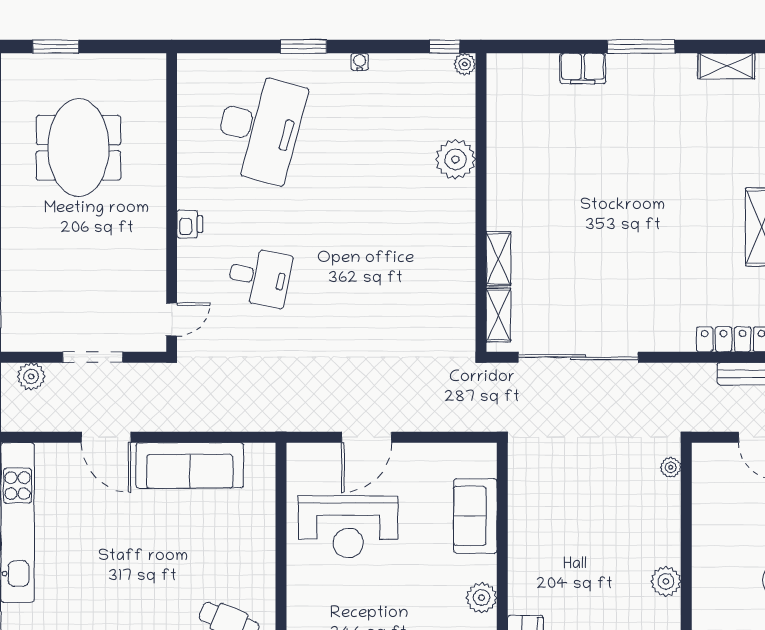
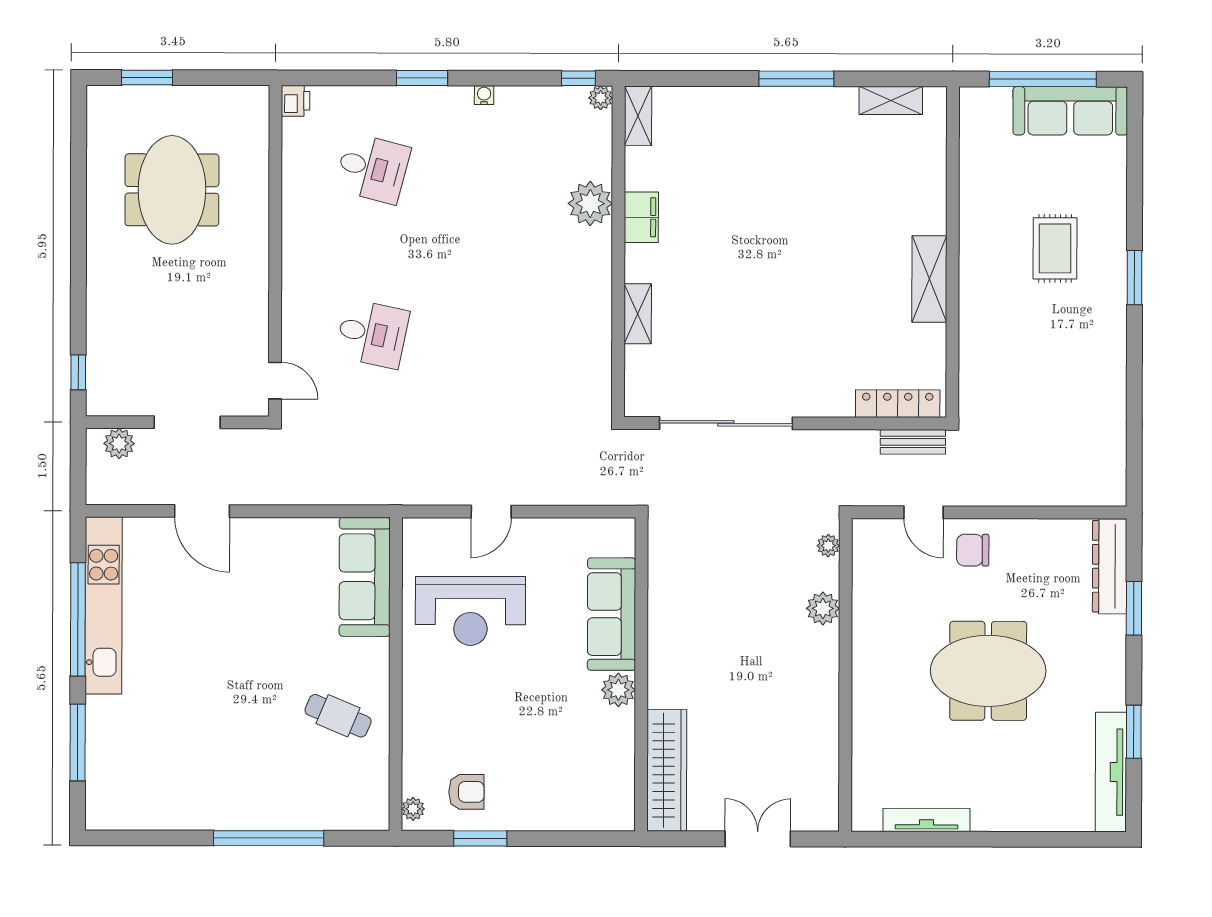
filing cabinet: (583, 68) -> (641, 217), moved, turned -90
desk: (259, 128) -> (373, 168), width x0.53, depth x0.77
printer: (190, 224) -> (295, 101), moved
shelving: (498, 315) -> (638, 116), moved
door: (172, 319) -> (275, 381), hinge flipped
door: (367, 437) -> (491, 512), width x0.73
sofa: (190, 465) -> (365, 577), moved, turned 90
sofa: (475, 516) -> (612, 614), width x1.36
plant: (666, 581) -> (823, 608), moved

